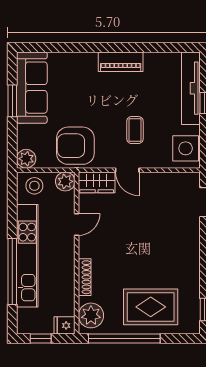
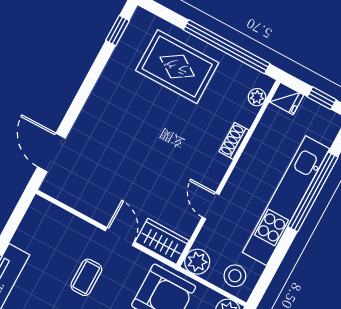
side table: (186, 148) -> (40, 225), removed
door: (77, 224) -> (211, 206), hinge flipped
shoe rack: (85, 277) -> (234, 141), width x0.70
plant: (91, 315) -> (257, 97), width x0.53, depth x0.53

